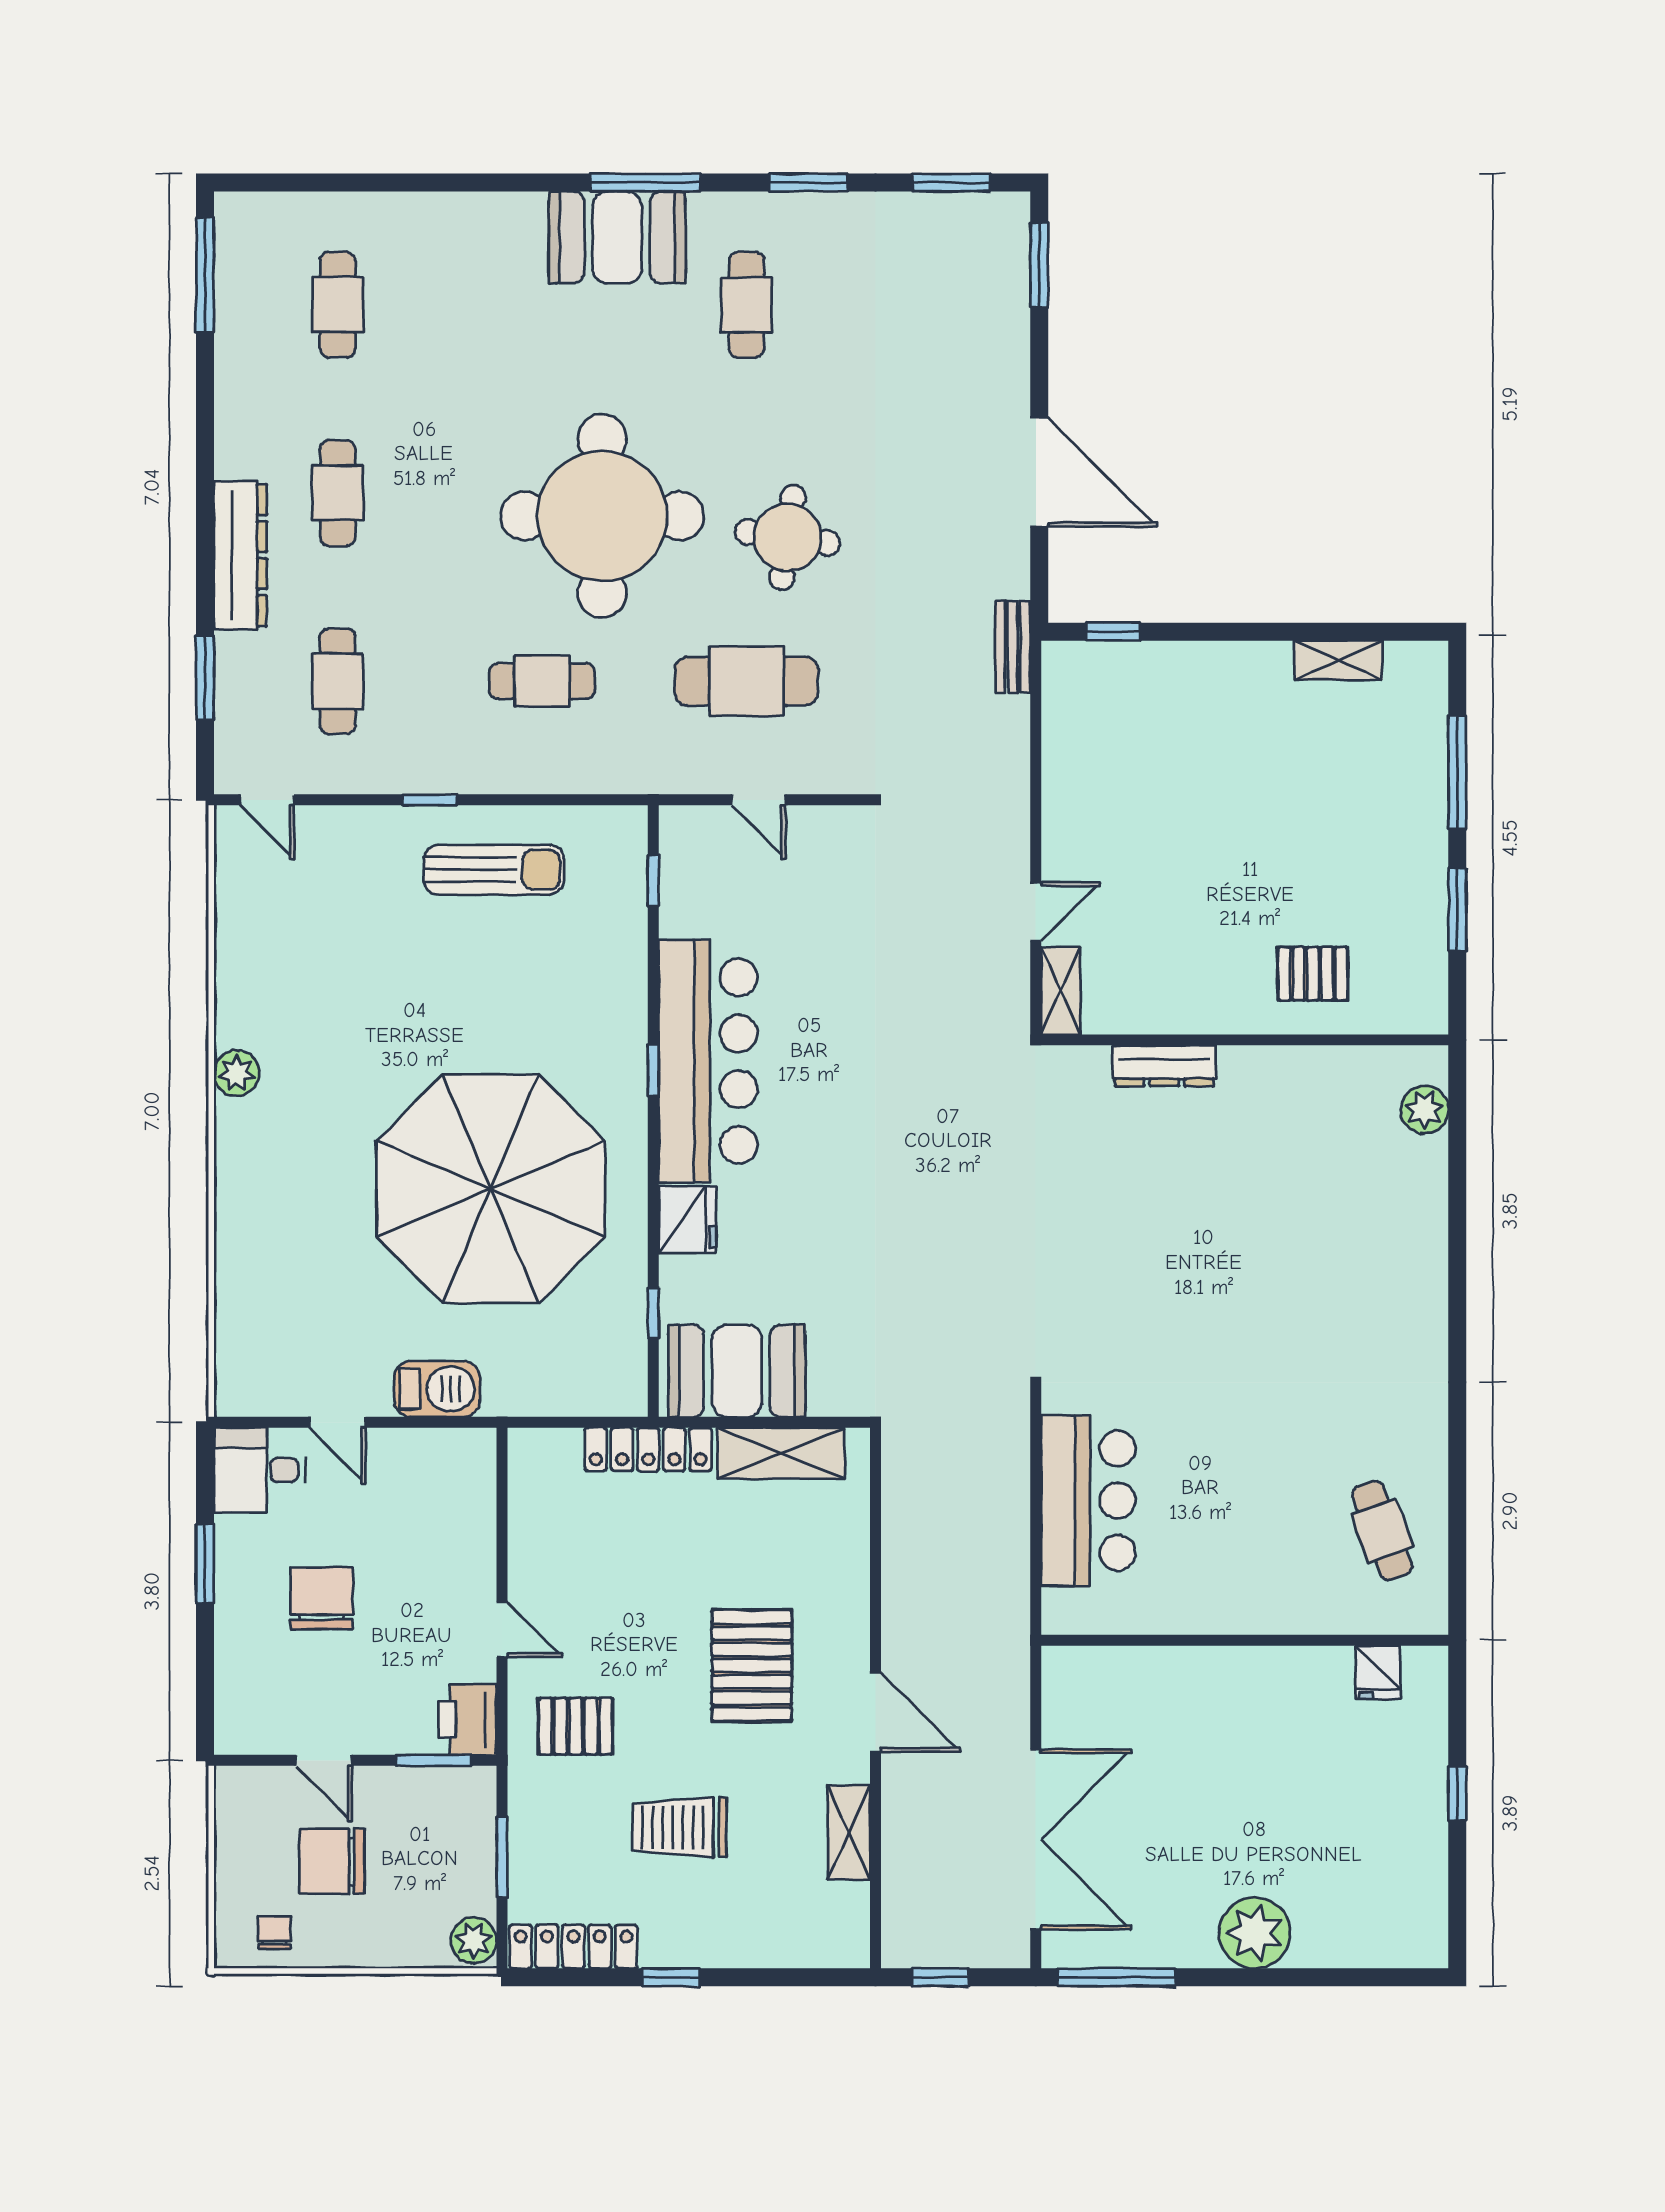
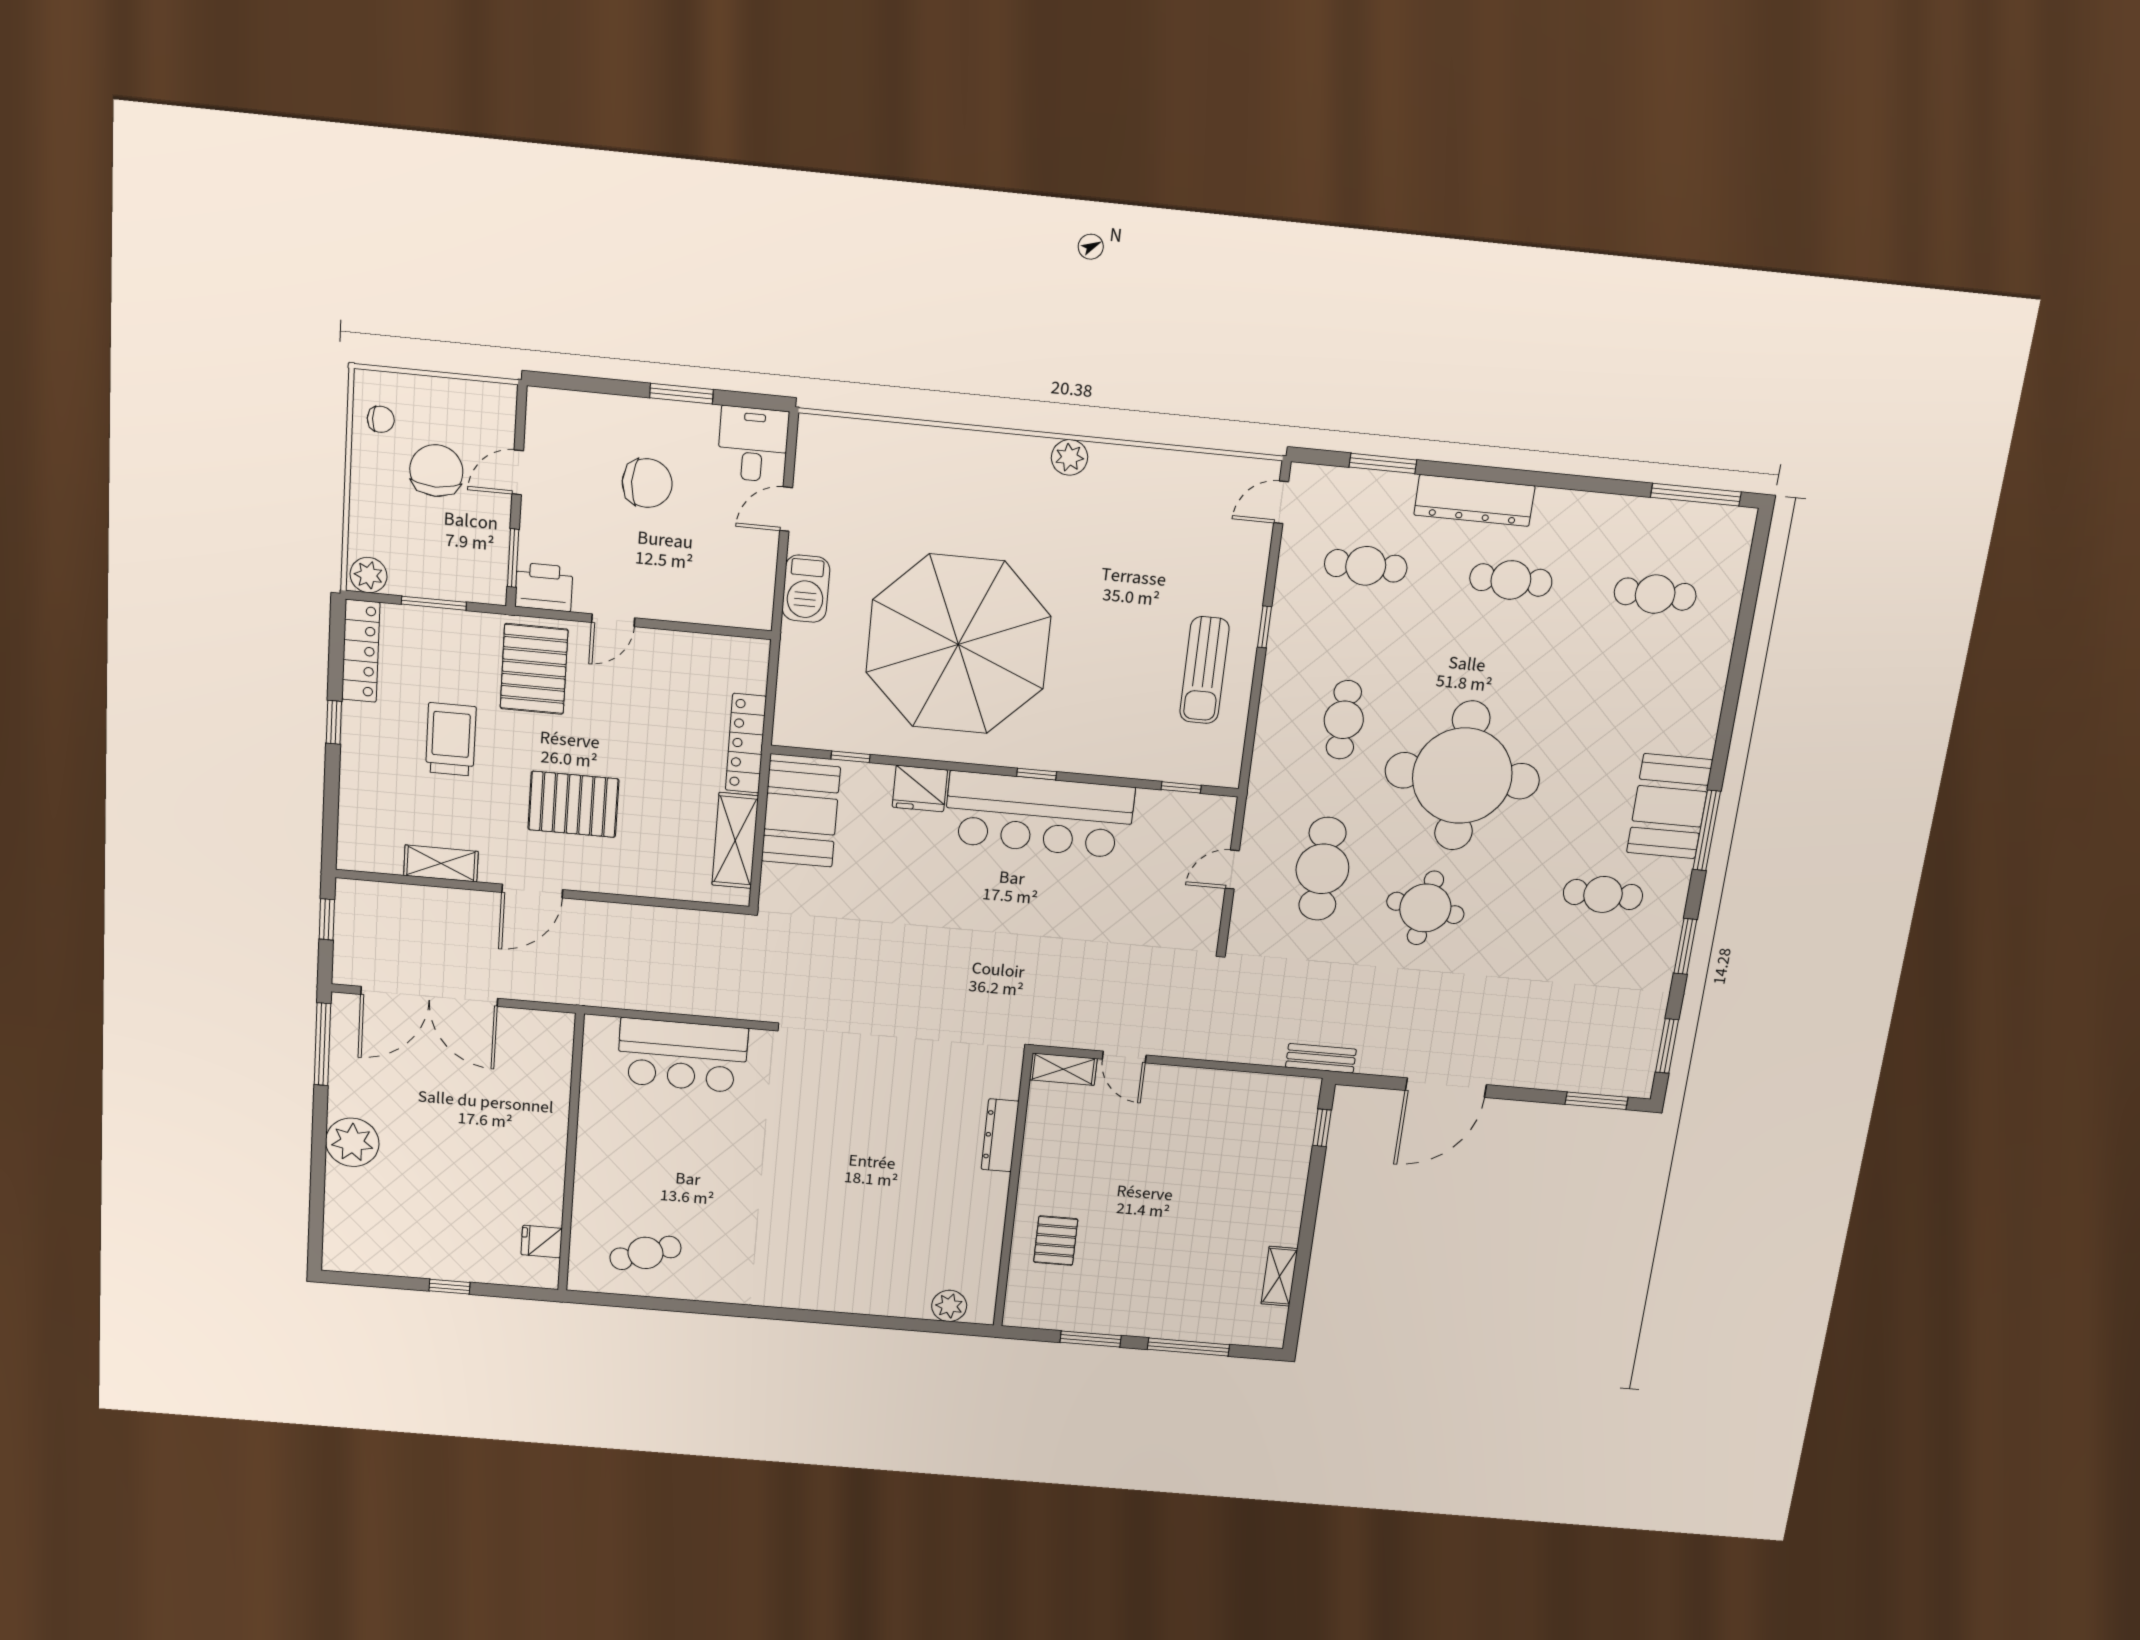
pallet: (576, 1726) -> (534, 669), width x1.50, depth x1.42

